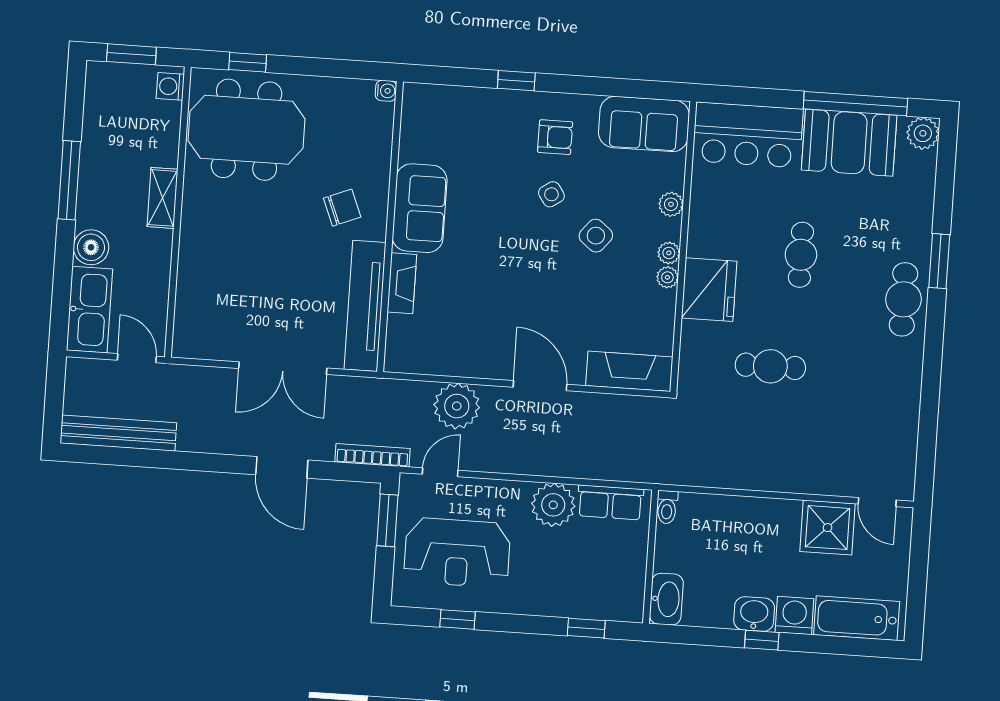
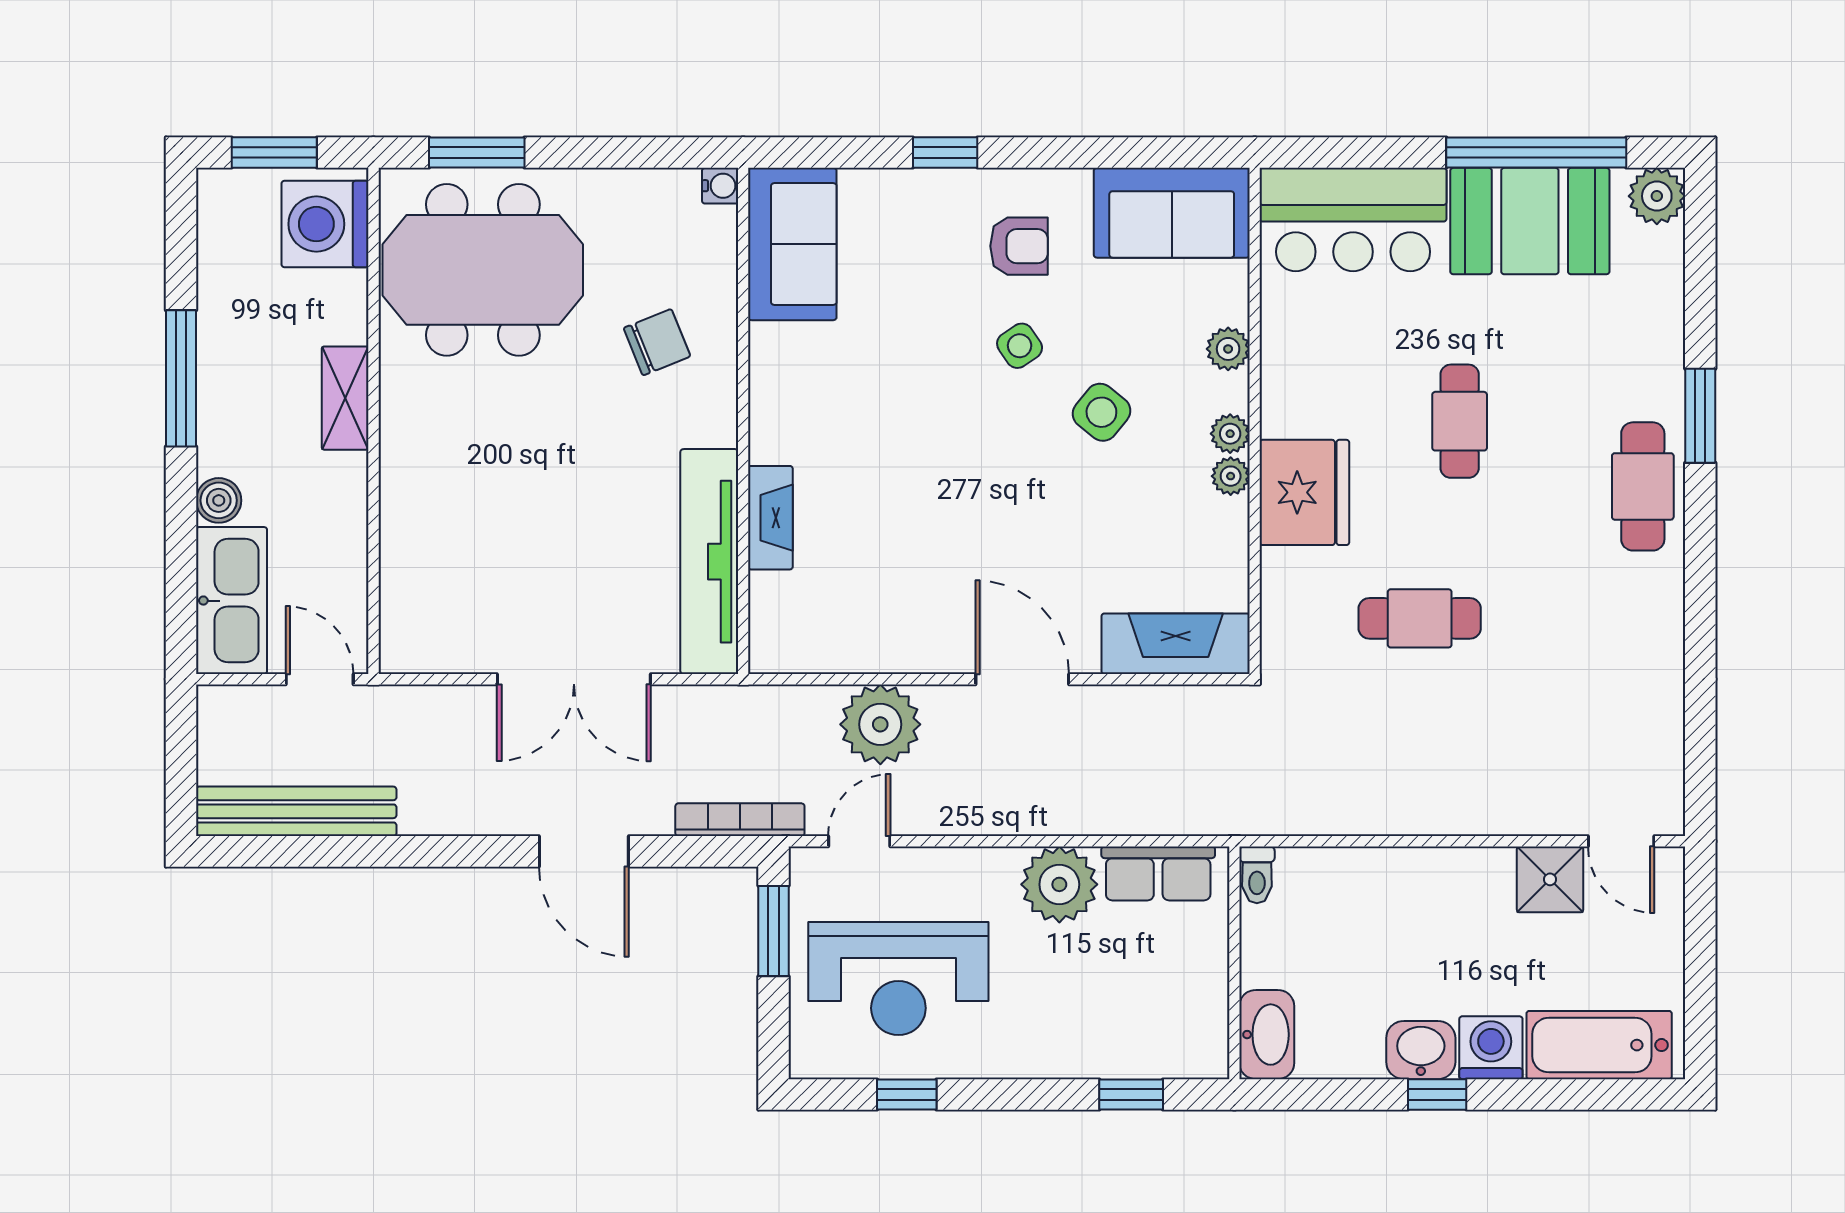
window: (248, 62) -> (477, 153), width x1.50
washing machine: (170, 86) -> (325, 224), width x1.89, depth x1.89
chair: (342, 208) -> (657, 342), moved
sofa: (420, 208) -> (792, 244), moved
boiler: (91, 247) -> (219, 500), width x0.73, depth x0.73
shower: (828, 528) -> (1550, 879), width x0.73, depth x0.73

